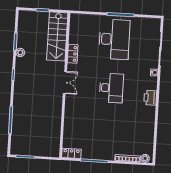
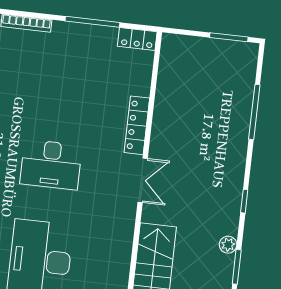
locker: (73, 54) -> (137, 125), moved, width x1.53
double door: (65, 83) -> (143, 180), swing flipped
desk: (111, 88) -> (51, 165), turned -90

